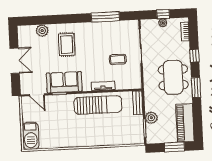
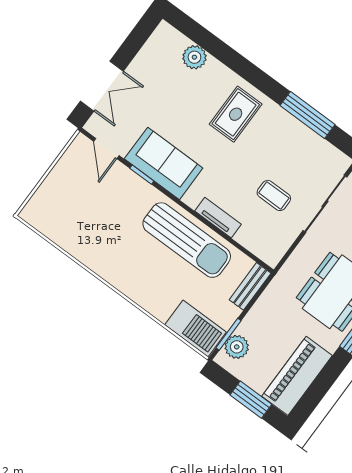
rug: (67, 44) -> (236, 114), moved
double door: (15, 61) -> (102, 86), moved
plant: (151, 118) -> (237, 347), moved
barbecue: (31, 136) -> (196, 328), moved, turned -90

